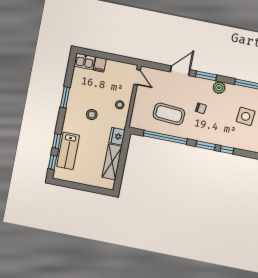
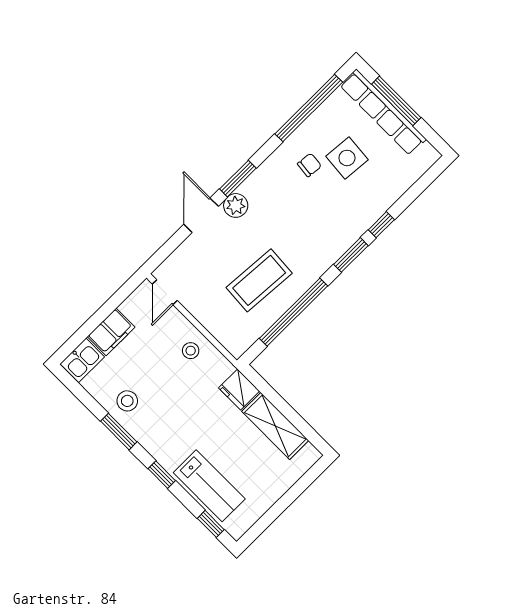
filing cabinet: (100, 65) -> (111, 332), width x2.00
door: (137, 77) -> (165, 292), swing flipped
plant: (219, 88) -> (236, 205), moved
chair: (201, 108) -> (309, 165), moved
stool: (92, 115) -> (127, 401), moved
window: (57, 141) -> (162, 475), moved

